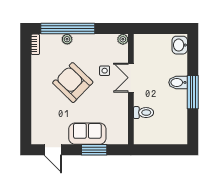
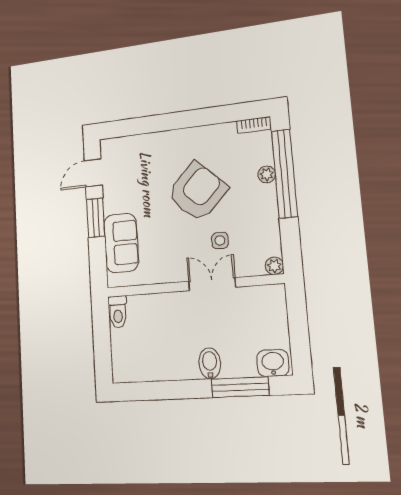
window: (193, 92) -> (240, 387), moved
toilet: (143, 113) -> (118, 312), moved
sofa: (87, 134) -> (121, 243), moved
window: (94, 150) -> (96, 218), moved

